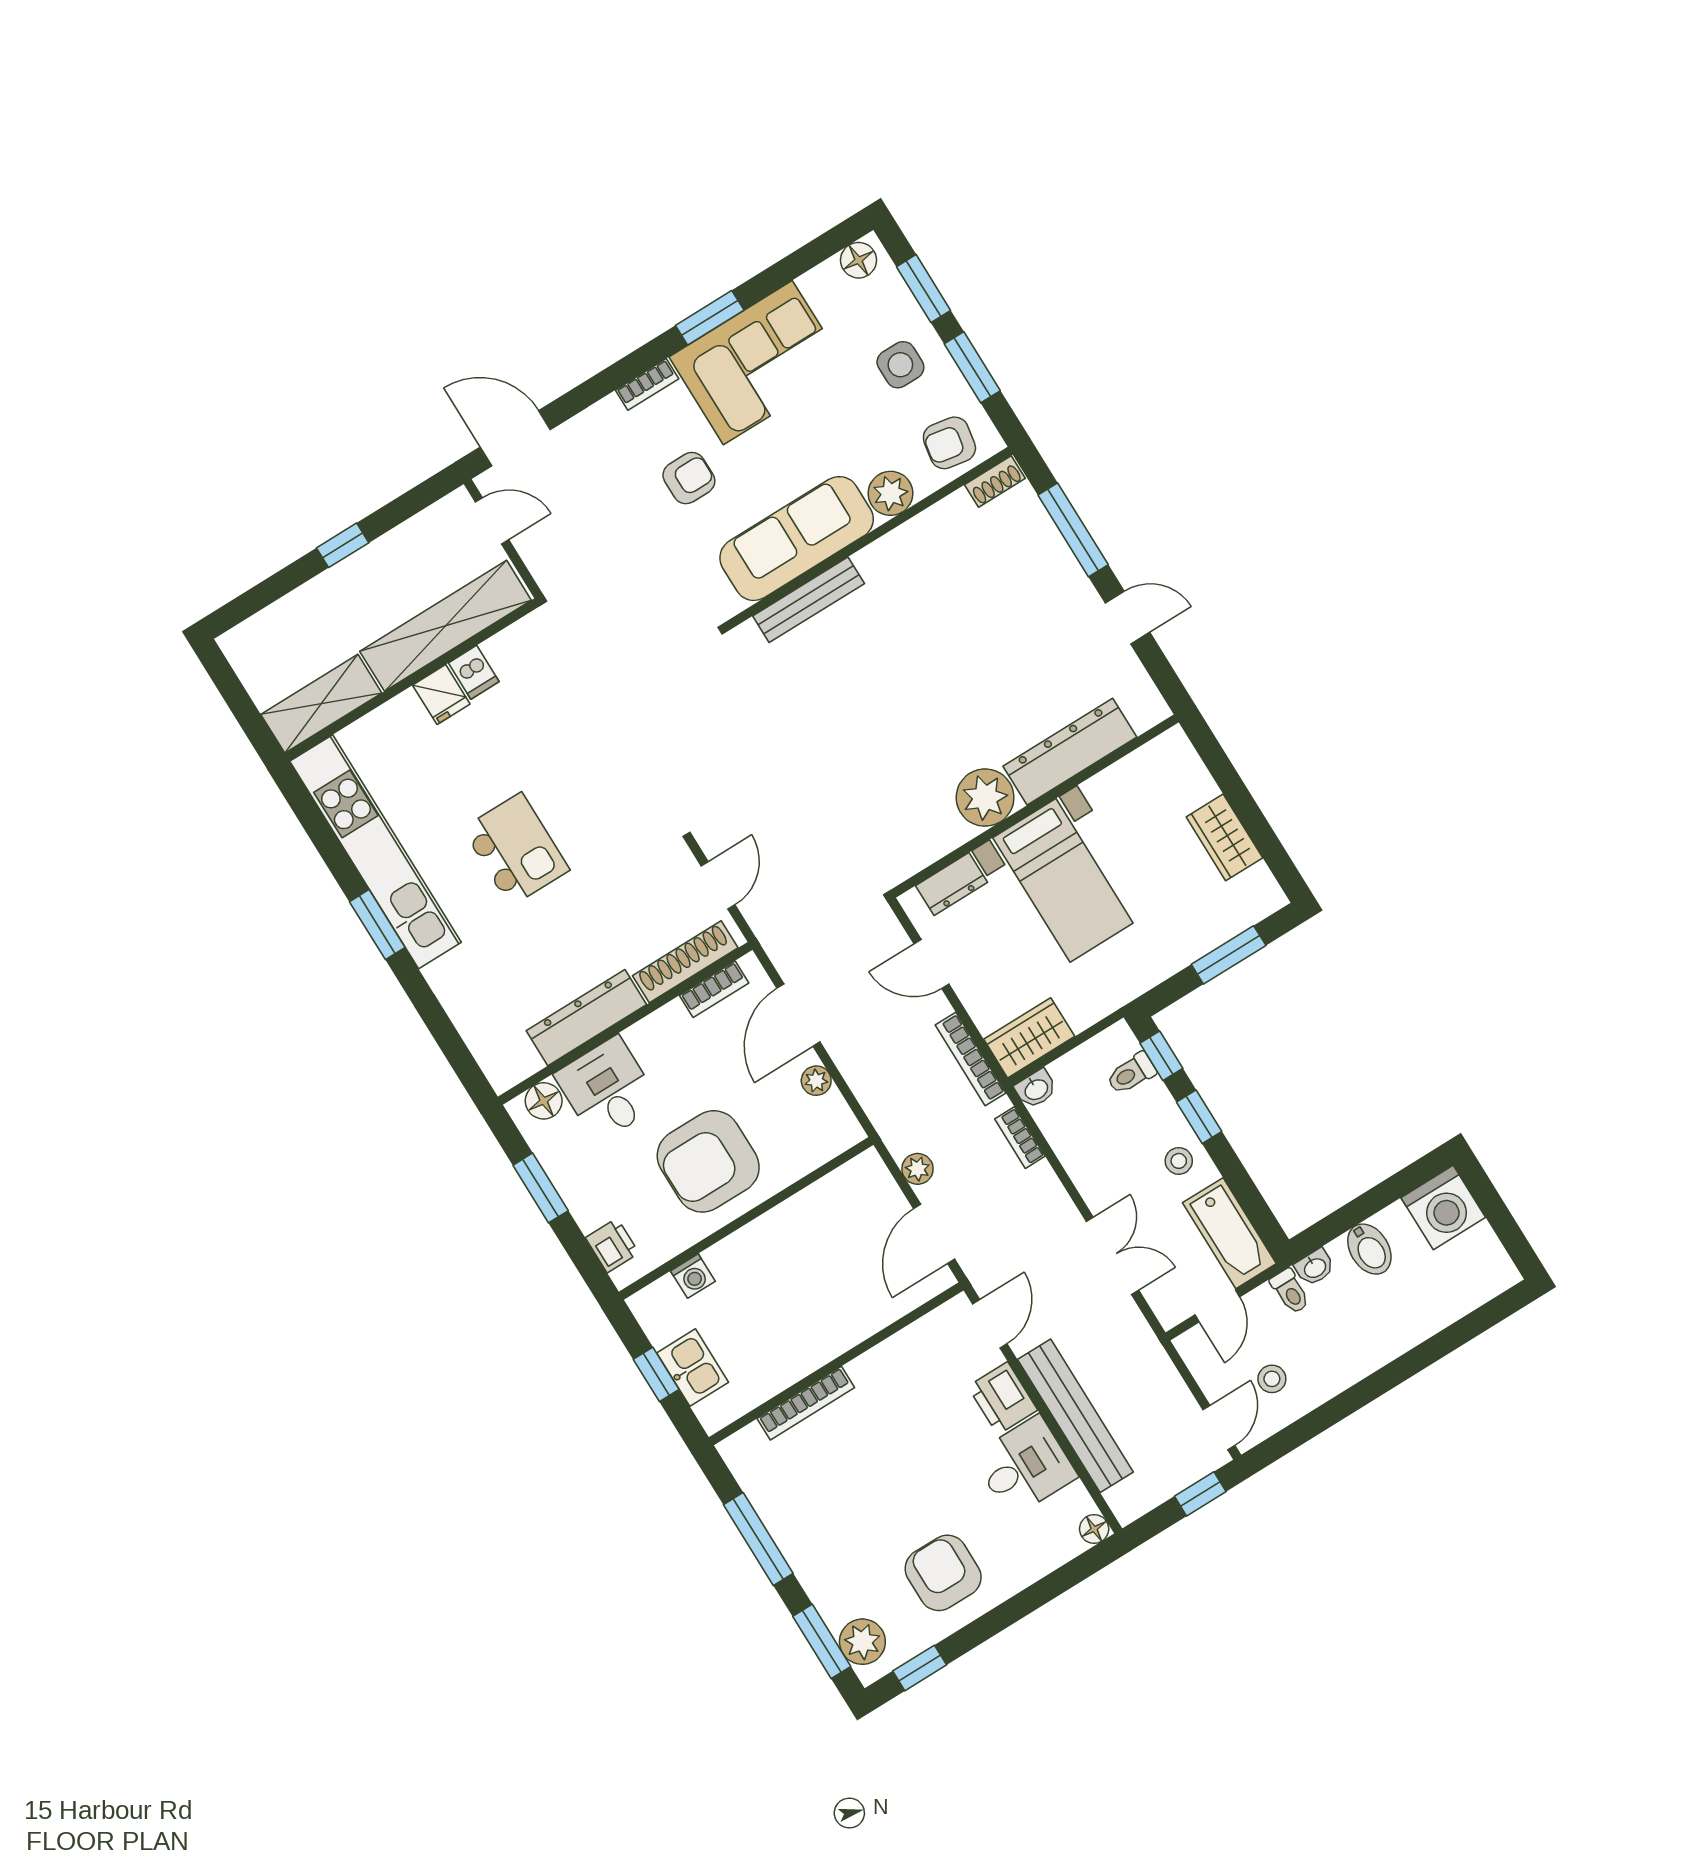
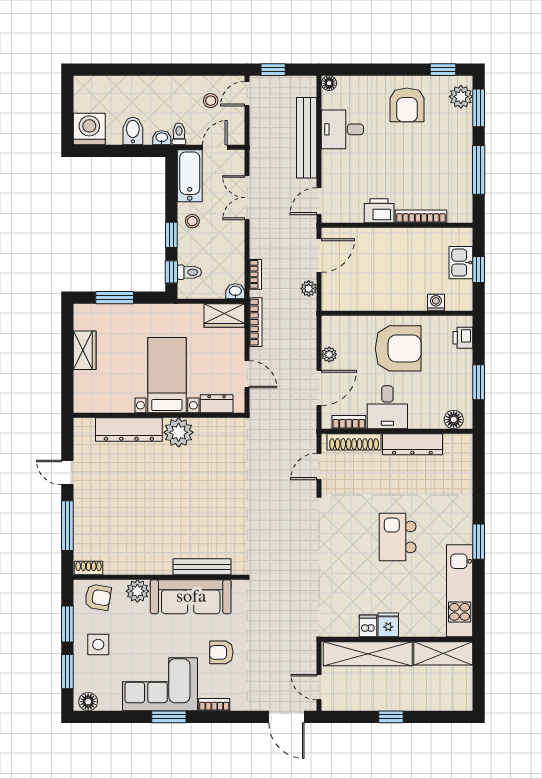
kitchen unit: (376, 852) -> (460, 591), width x0.73
desk: (607, 1089) -> (387, 407), moved
printer: (1003, 1398) -> (379, 211), moved, turned -90

